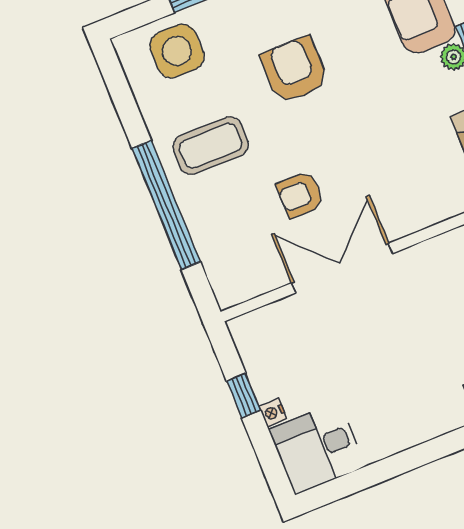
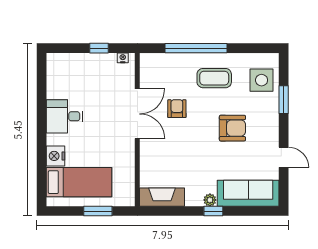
coffee table: (211, 146) -> (214, 78), turned 90
nightstand: (273, 413) -> (123, 58), moved
desk: (317, 448) -> (65, 116), moved, turned -90

